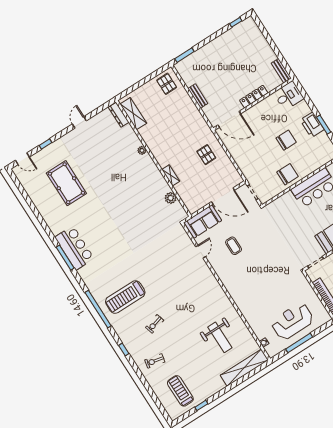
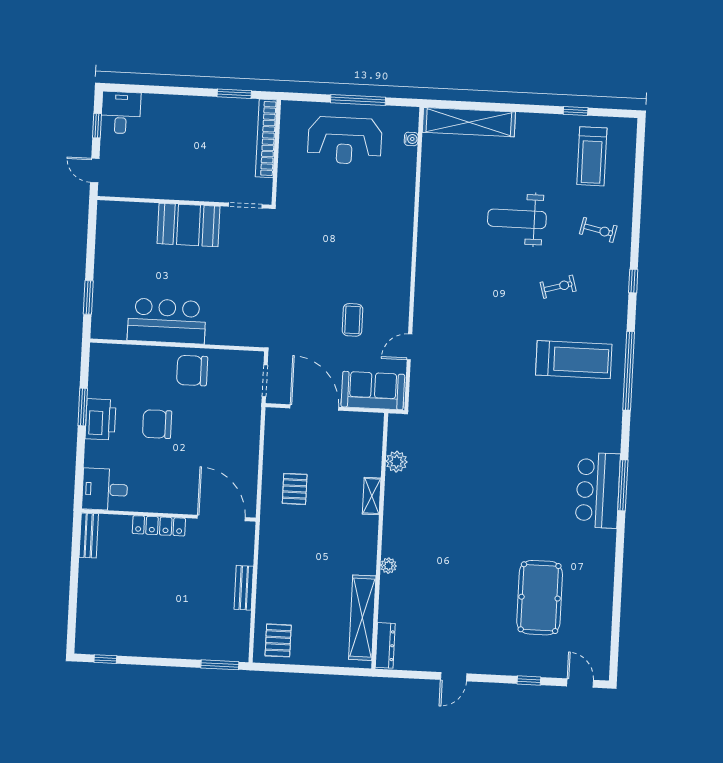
shelving: (133, 114) -> (362, 618), width x1.47
weight bench: (220, 337) -> (517, 219), moved, turned -90

